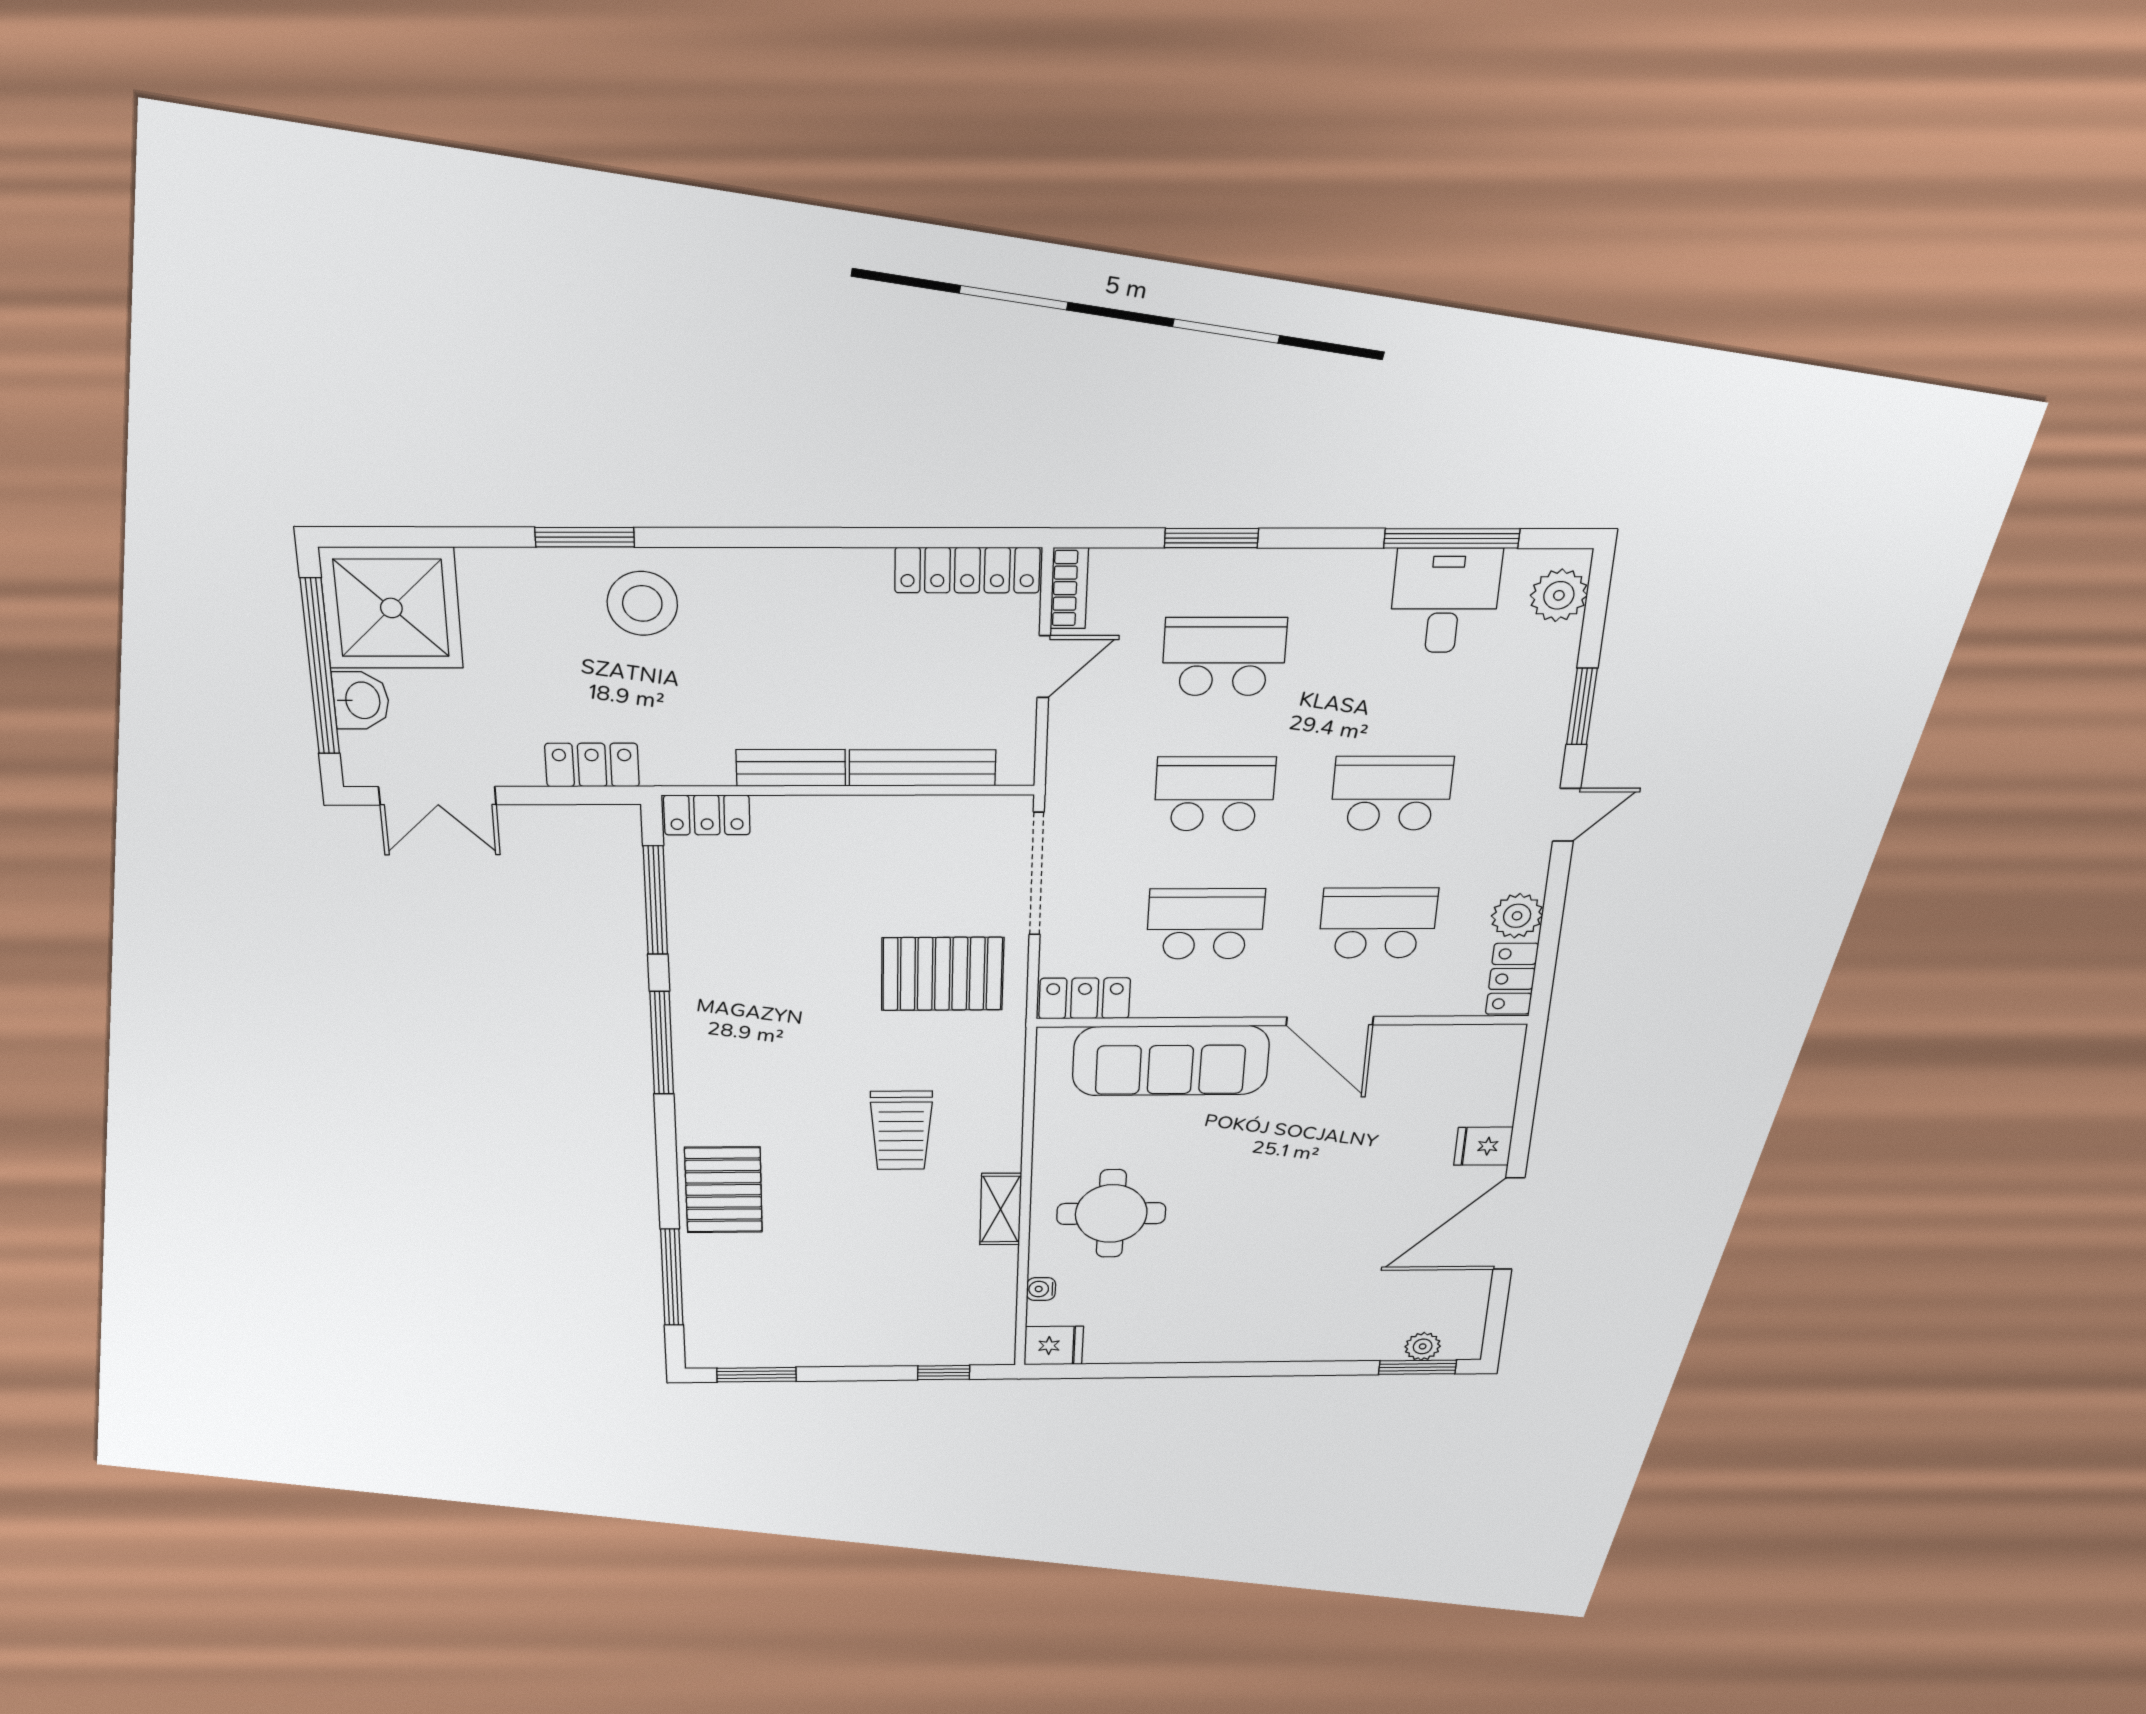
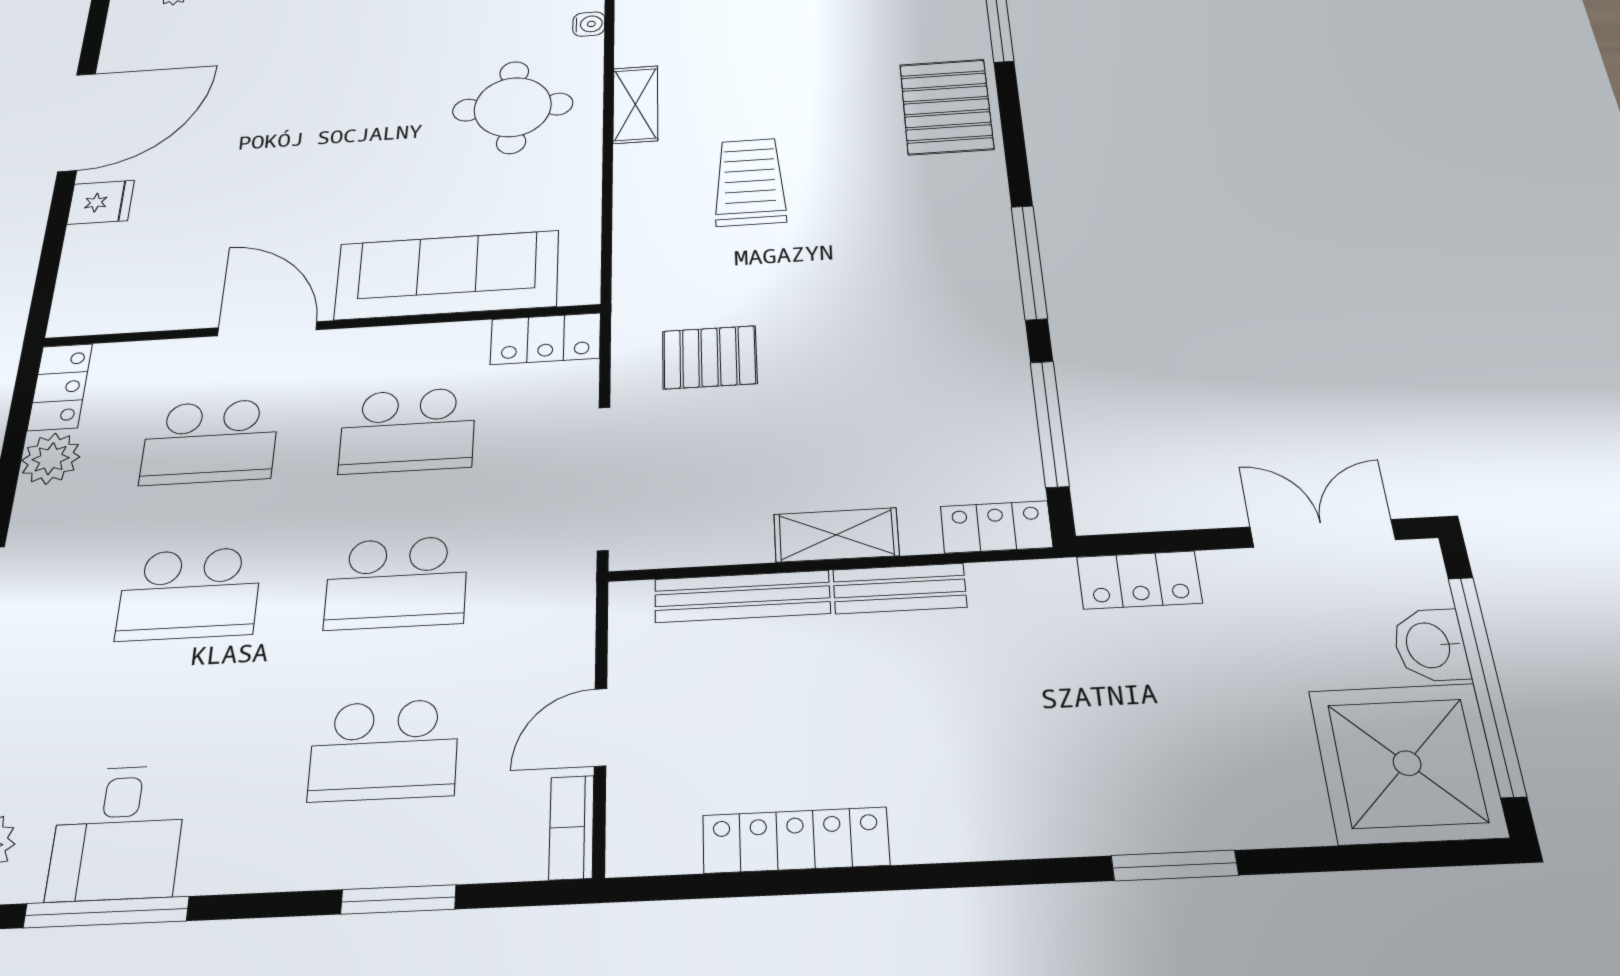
locker: (967, 570) -> (796, 840), moved
stool: (642, 603) -> (1095, 783), removed
shelving: (841, 815) -> (836, 535), added
pallet: (942, 974) -> (710, 357), width x0.67, depth x0.71

